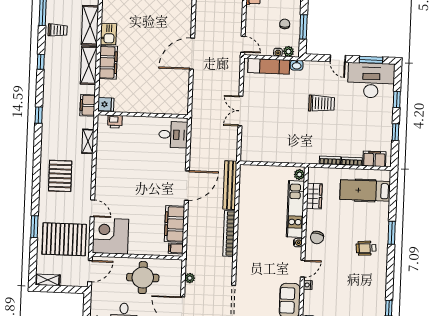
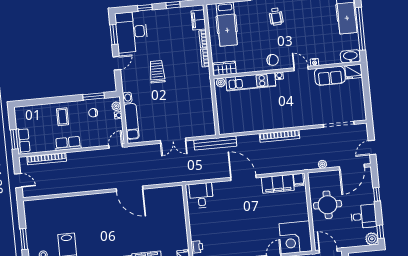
bench: (230, 185) -> (215, 143), moved
wardrobe: (314, 196) -> (225, 68), moved

